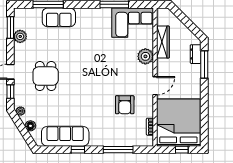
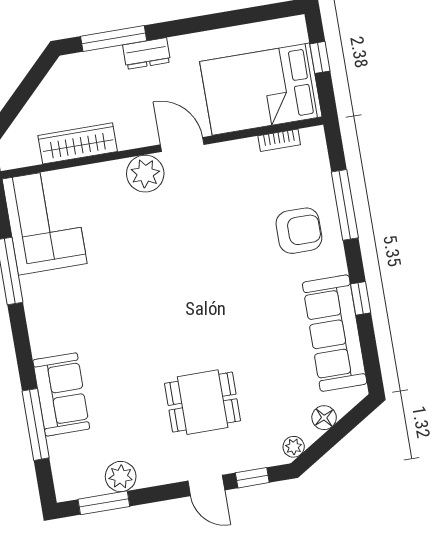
dresser: (196, 54) -> (147, 54), moved
plant: (145, 56) -> (145, 174), moved
armchair: (125, 105) -> (299, 231), moved
bed: (178, 123) -> (261, 89), width x0.73

